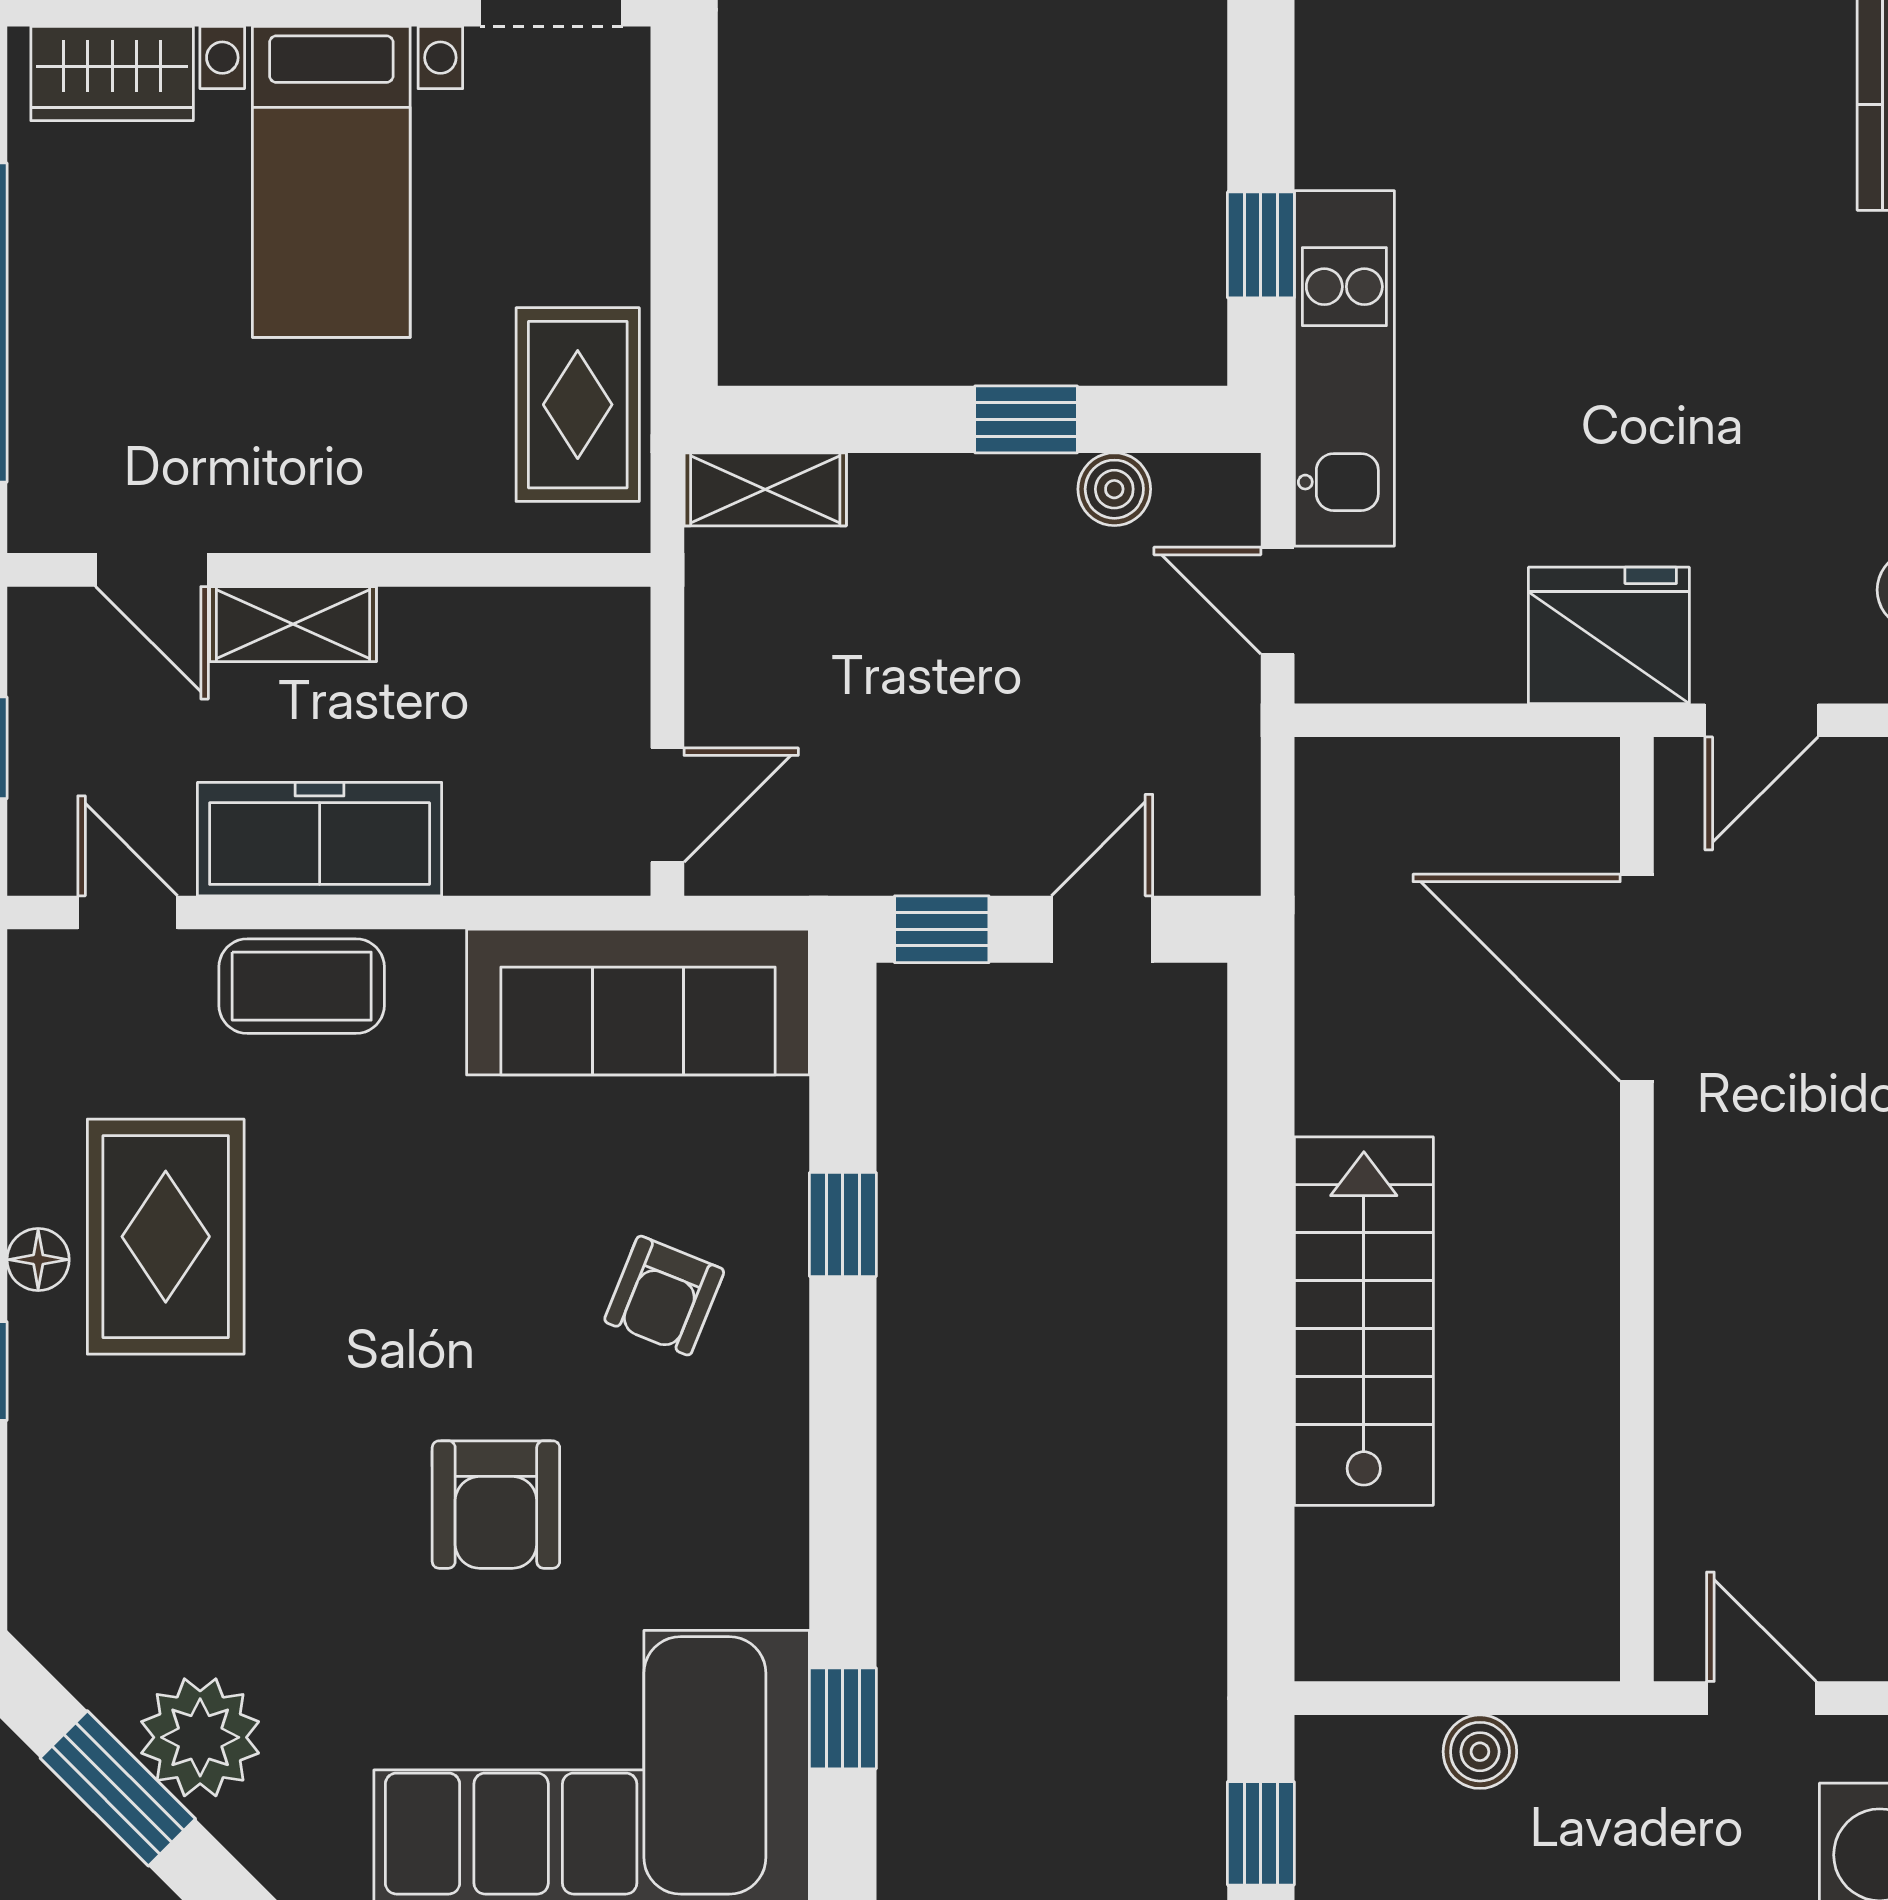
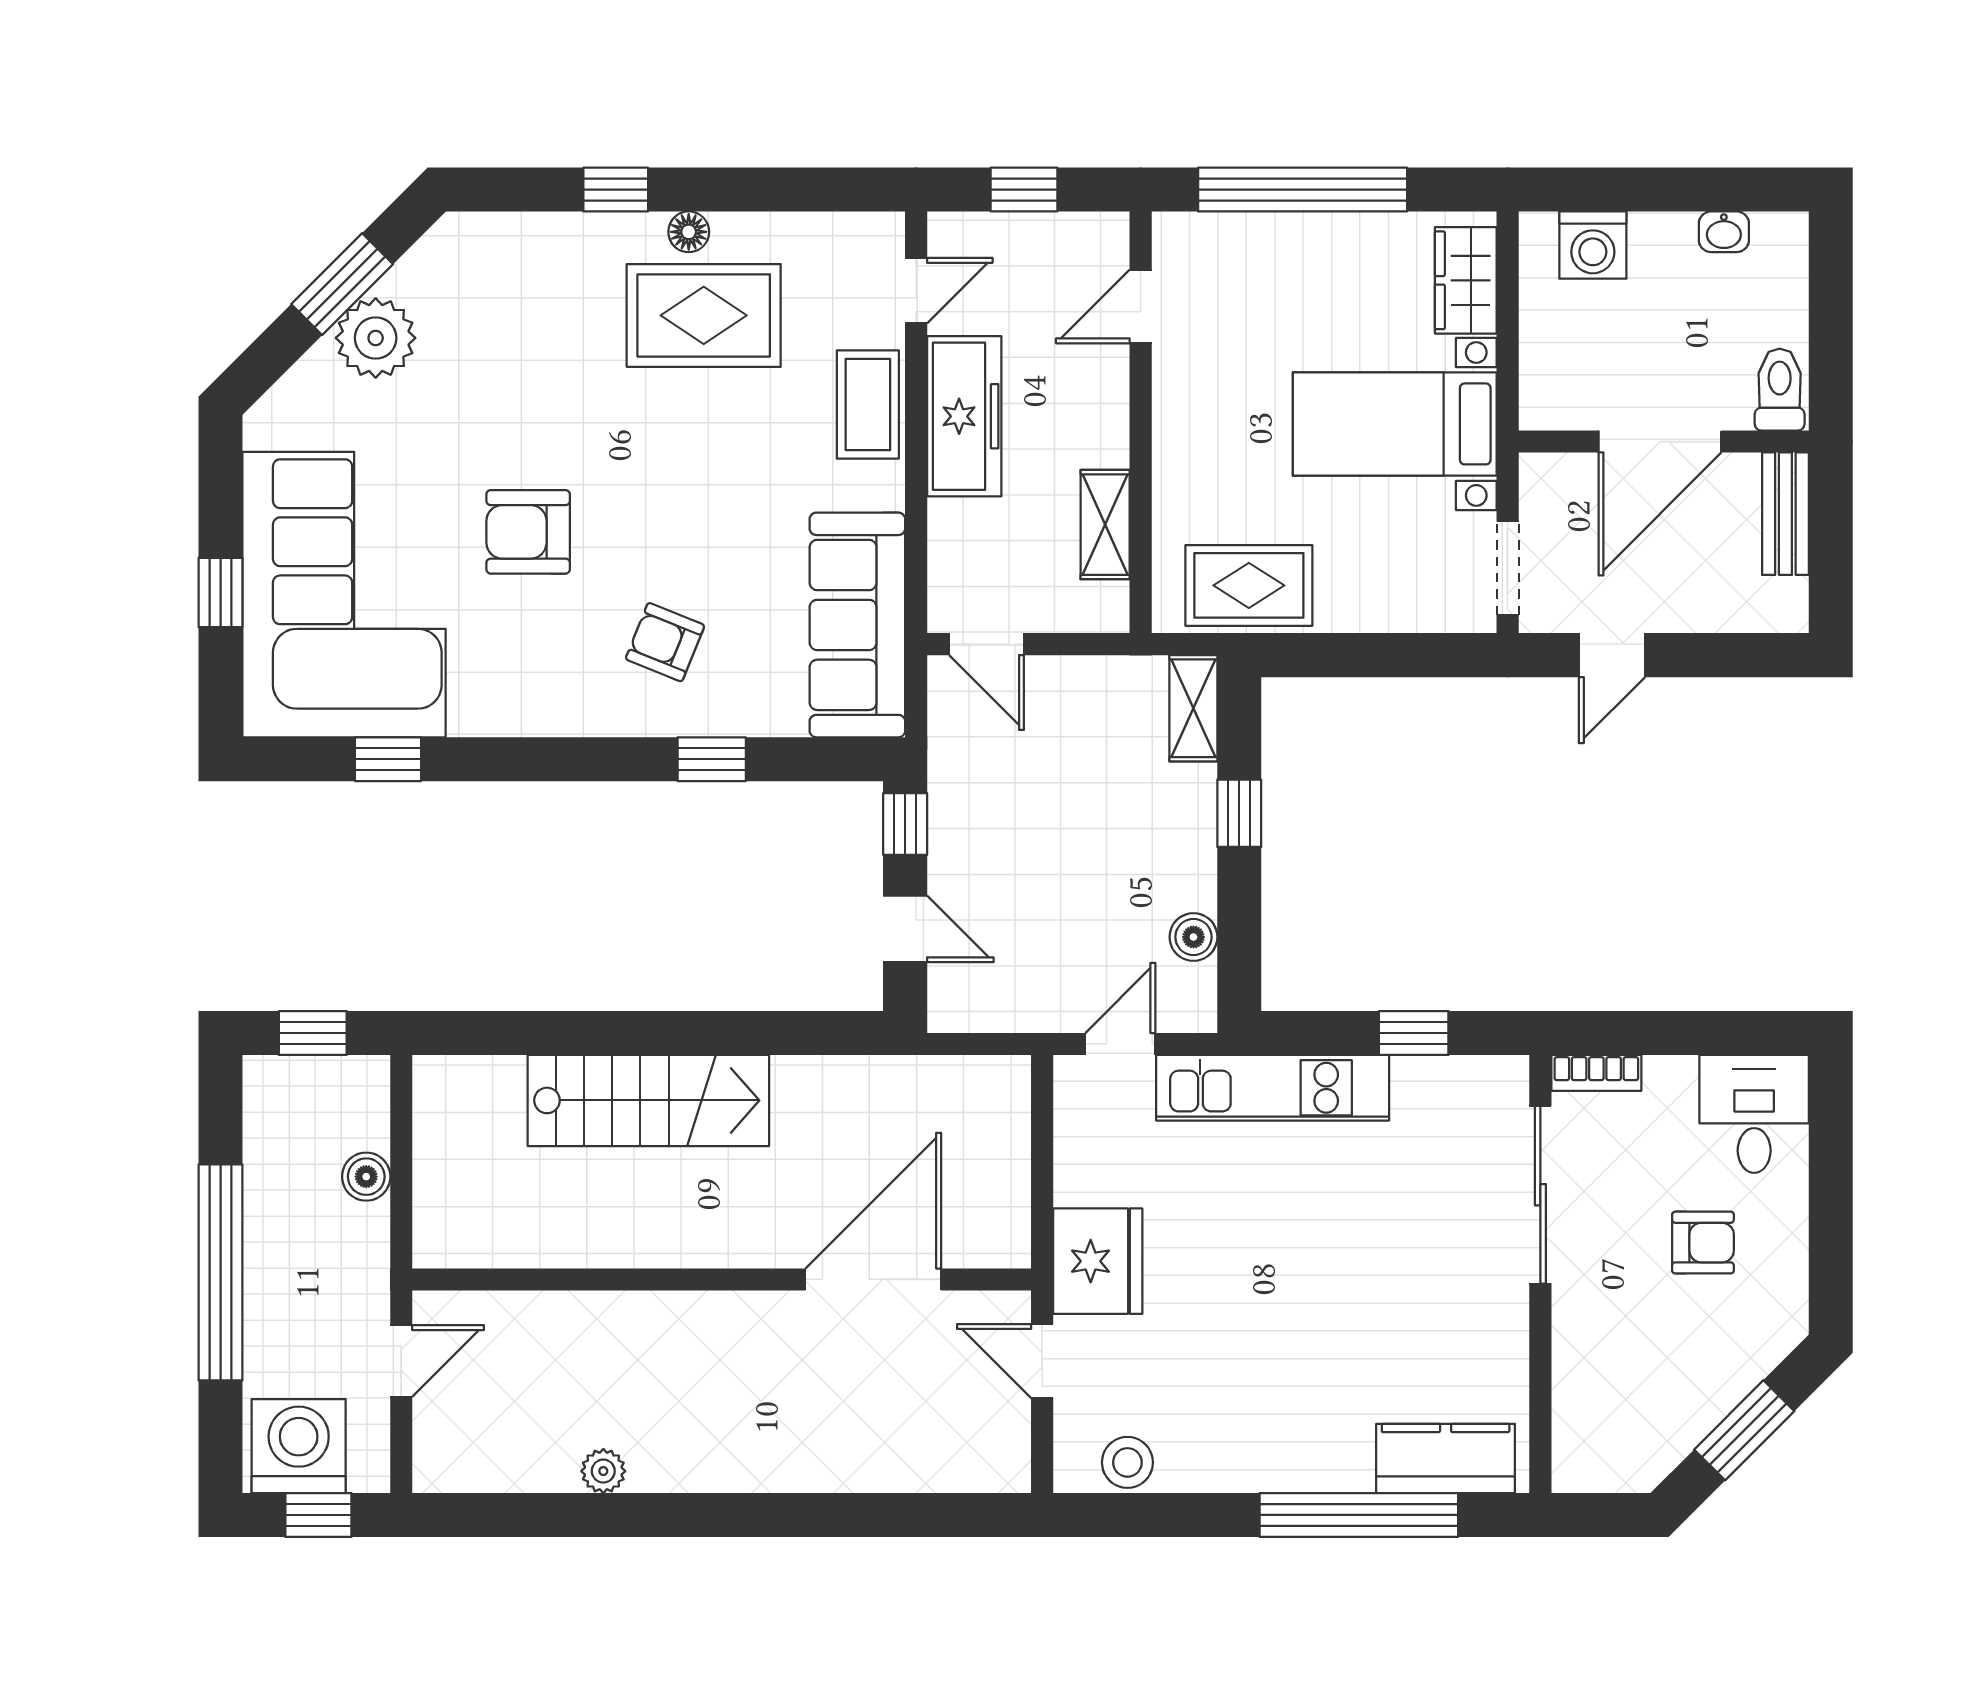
window: (1261, 245) -> (1414, 1033), moved
window: (1026, 419) -> (1239, 813), moved
shelving: (293, 624) -> (1105, 525), moved

